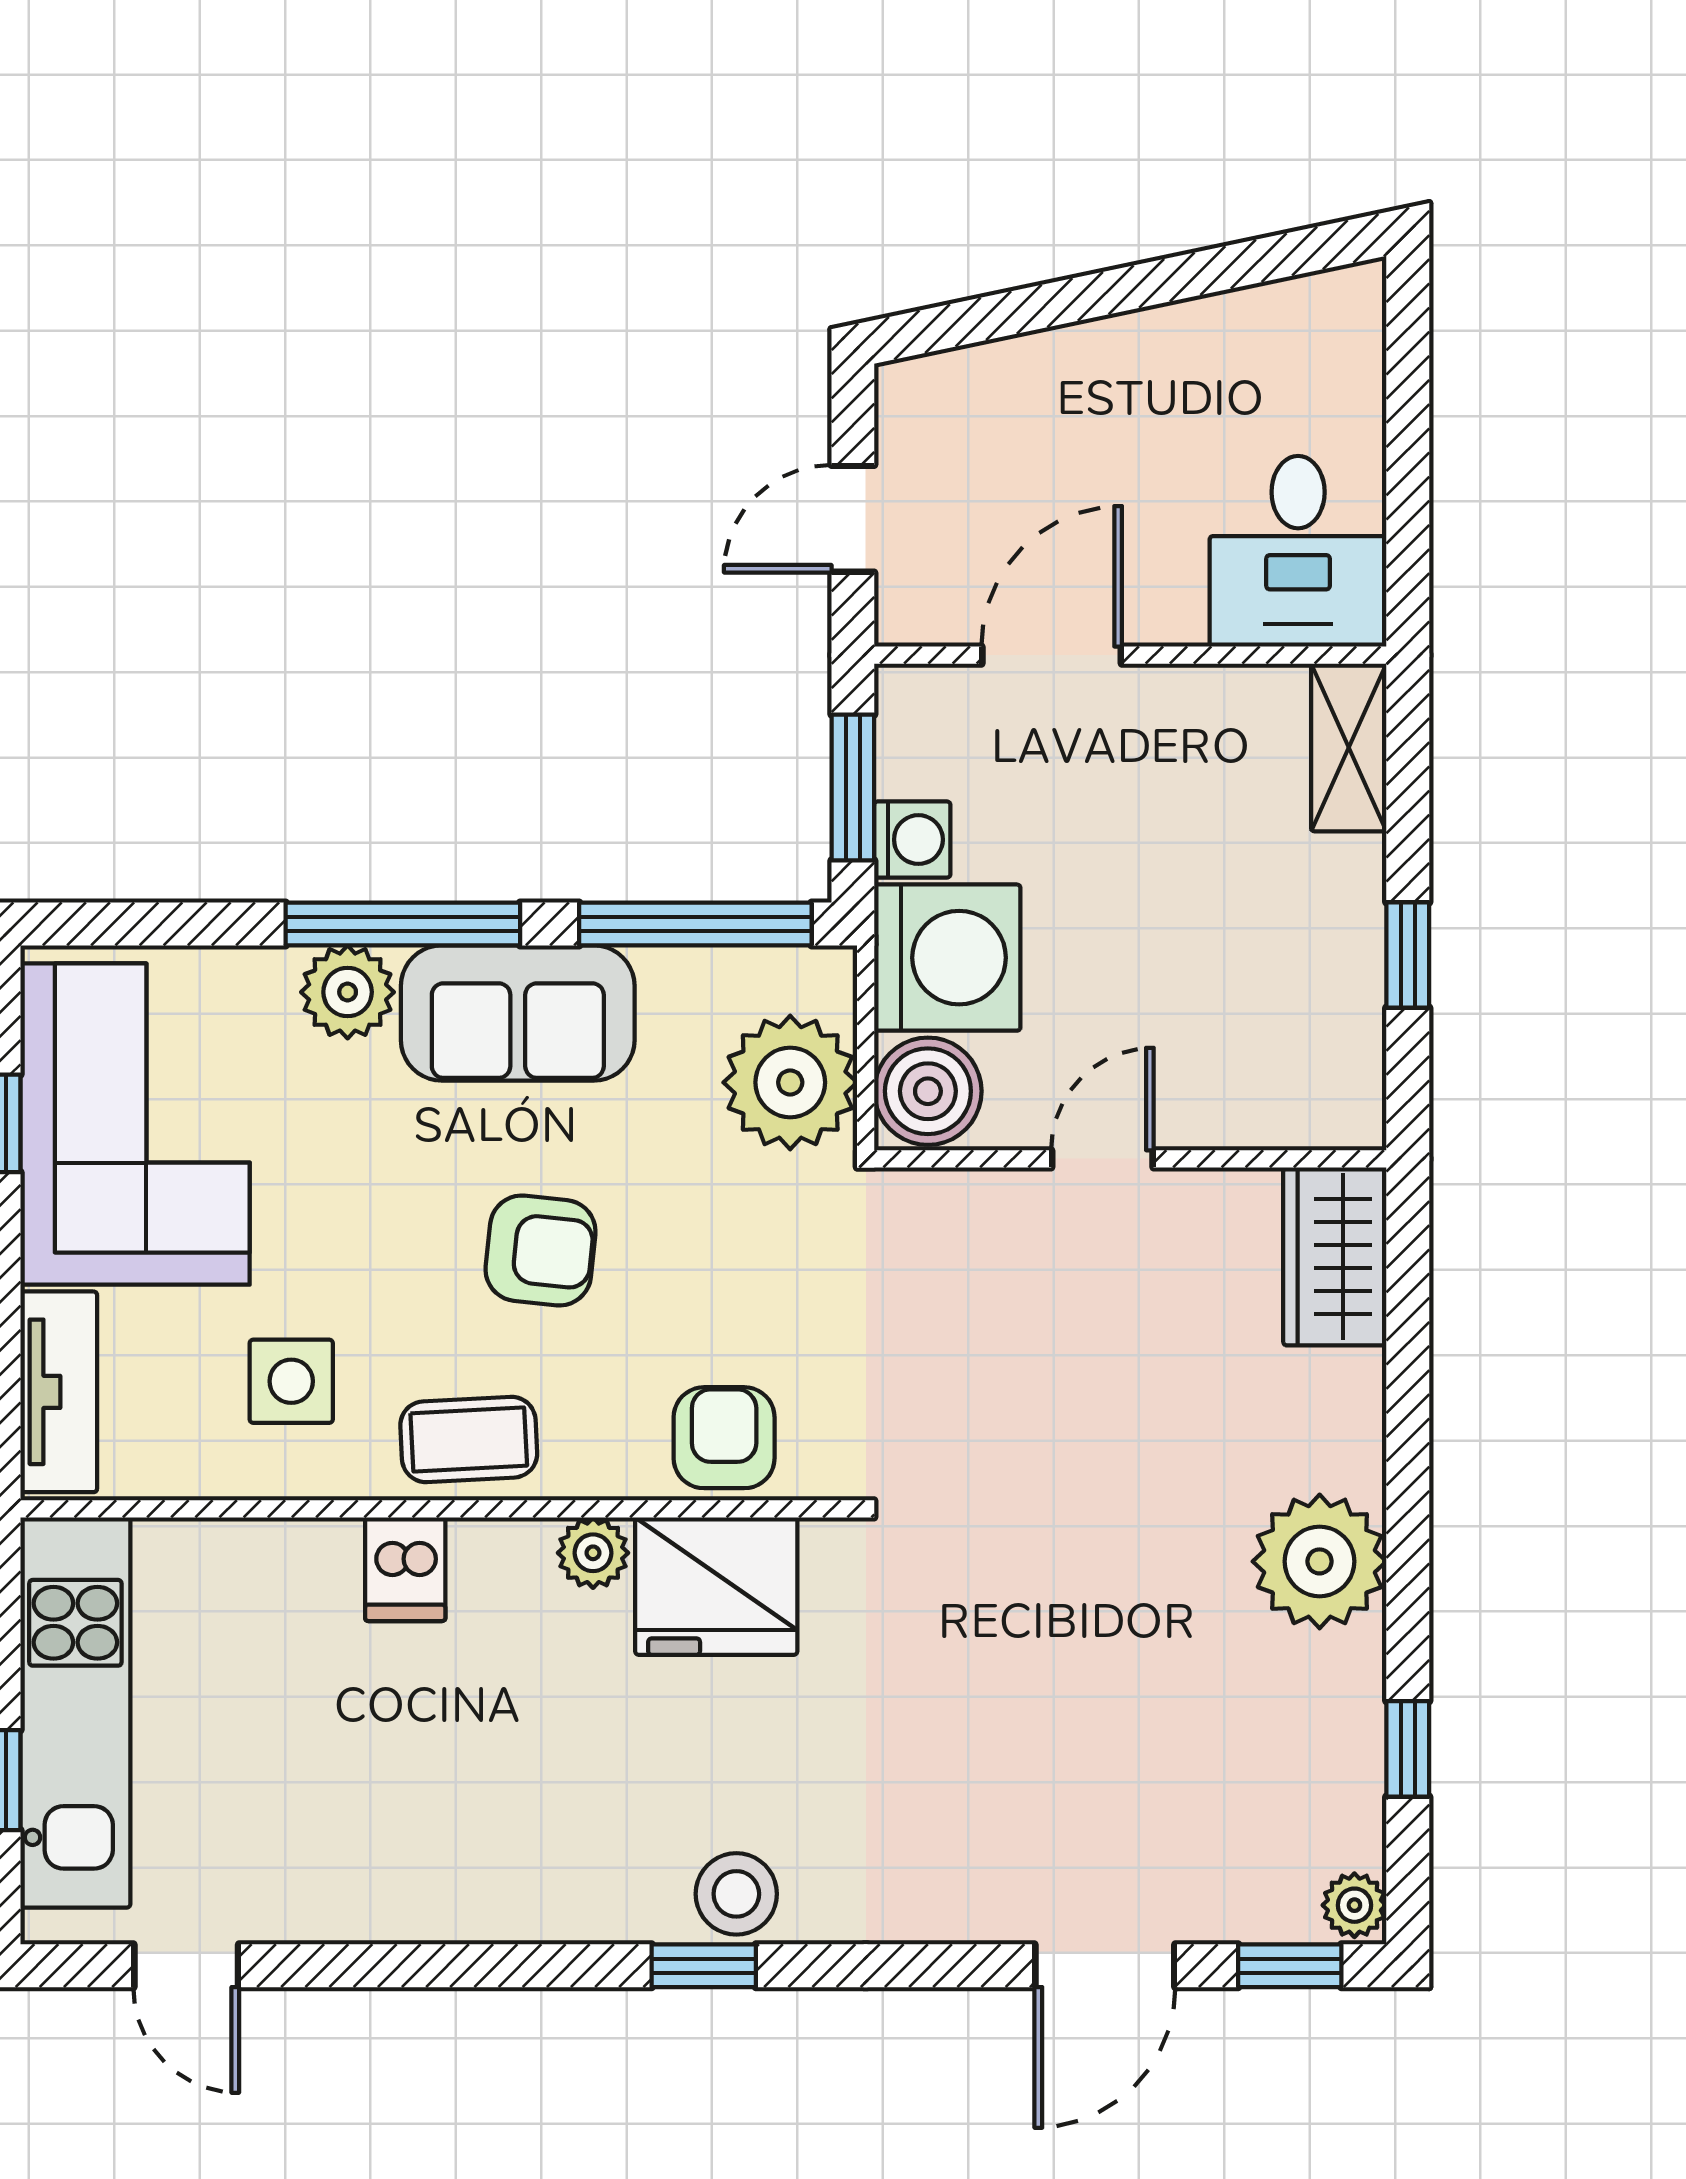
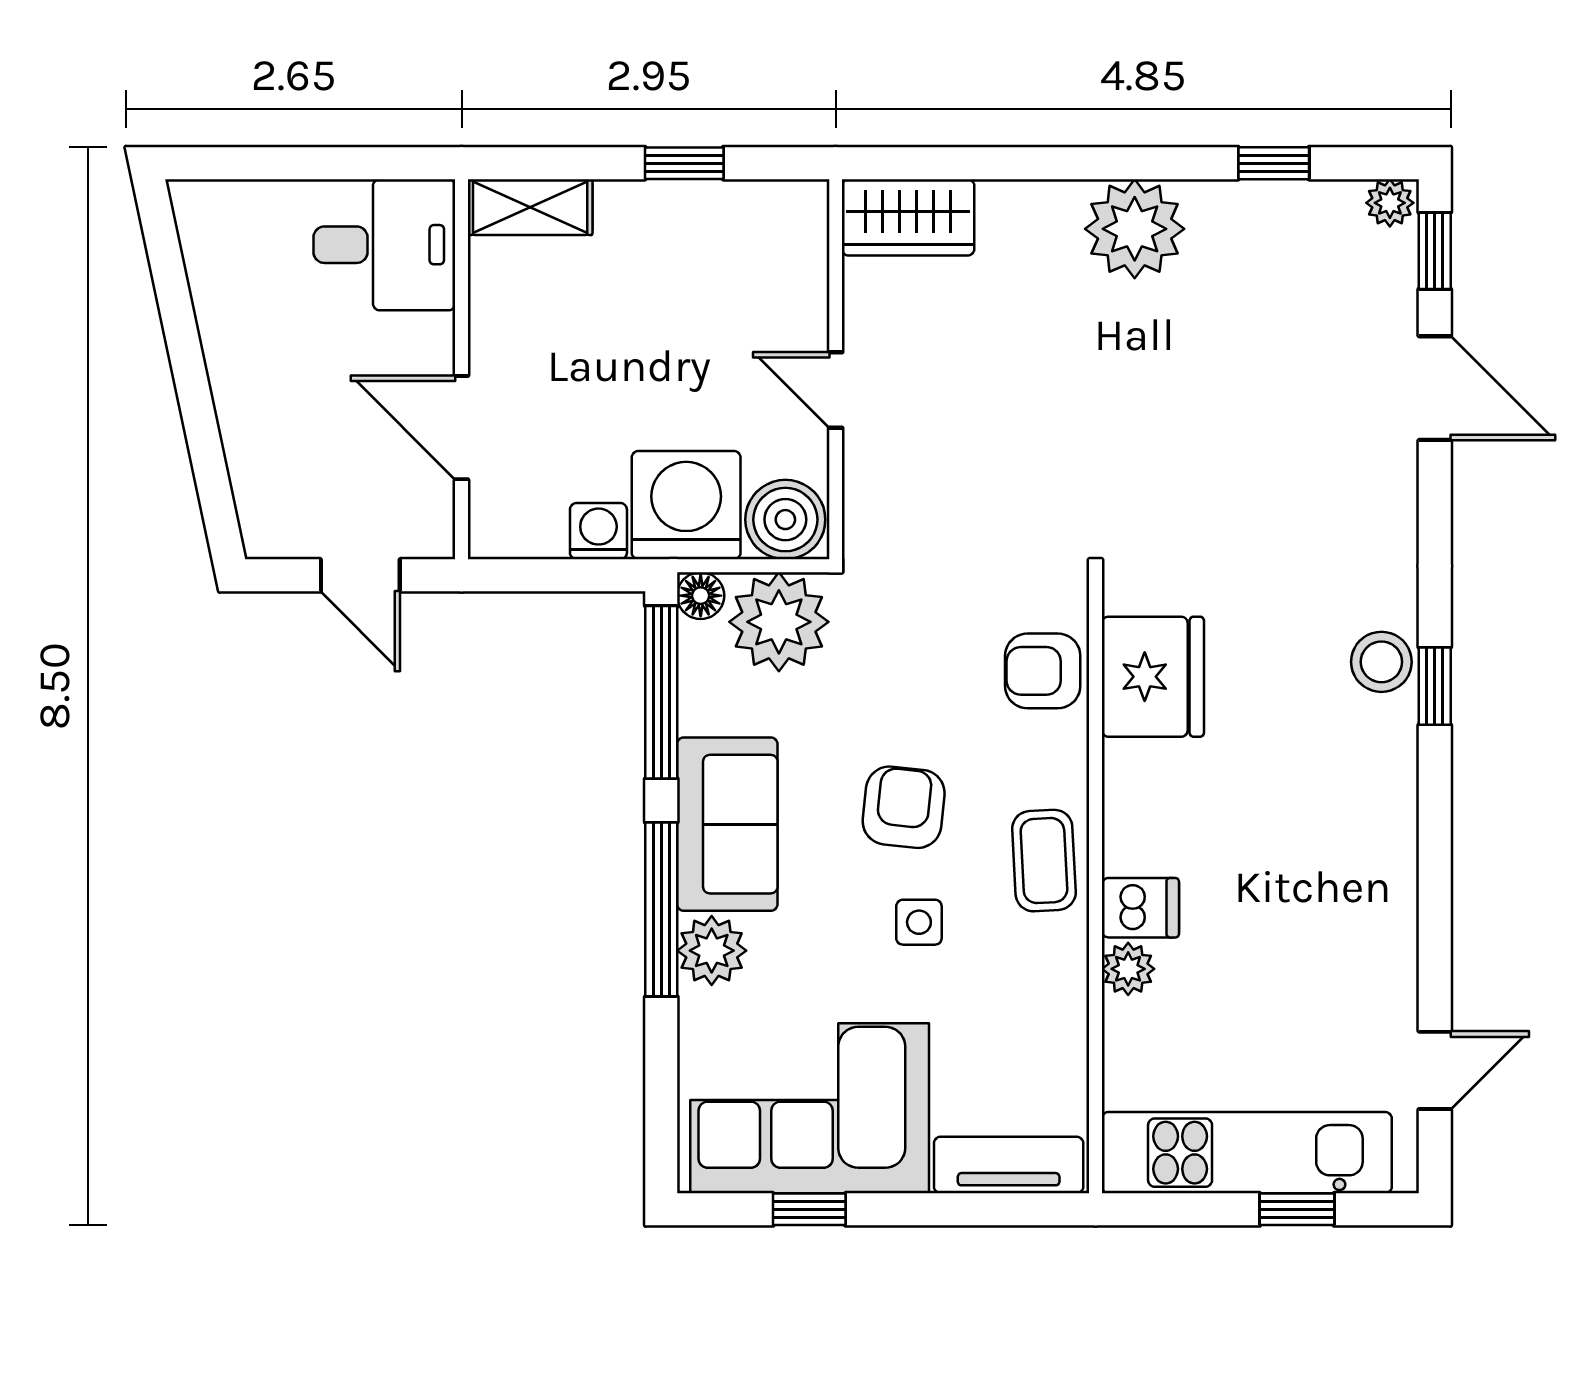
window: (853, 788) -> (560, 575), removed
floor lamp: (825, 977) -> (701, 596), added
side table: (291, 1381) -> (919, 922), moved, width x0.73, depth x0.73
plant: (593, 1553) -> (1128, 969), moved

